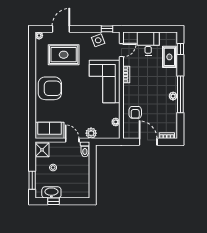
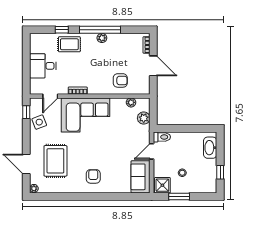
window: (180, 49) -> (62, 30), moved
door: (121, 50) -> (50, 96), swing flipped
rug: (169, 57) -> (69, 44), moved
armchair: (50, 88) -> (93, 176), width x0.53, depth x0.53
plant: (91, 133) -> (144, 118), moved
door: (148, 142) -> (153, 66), swing flipped
window: (32, 180) -> (179, 196), moved
washbasin: (51, 192) -> (210, 148), moved

